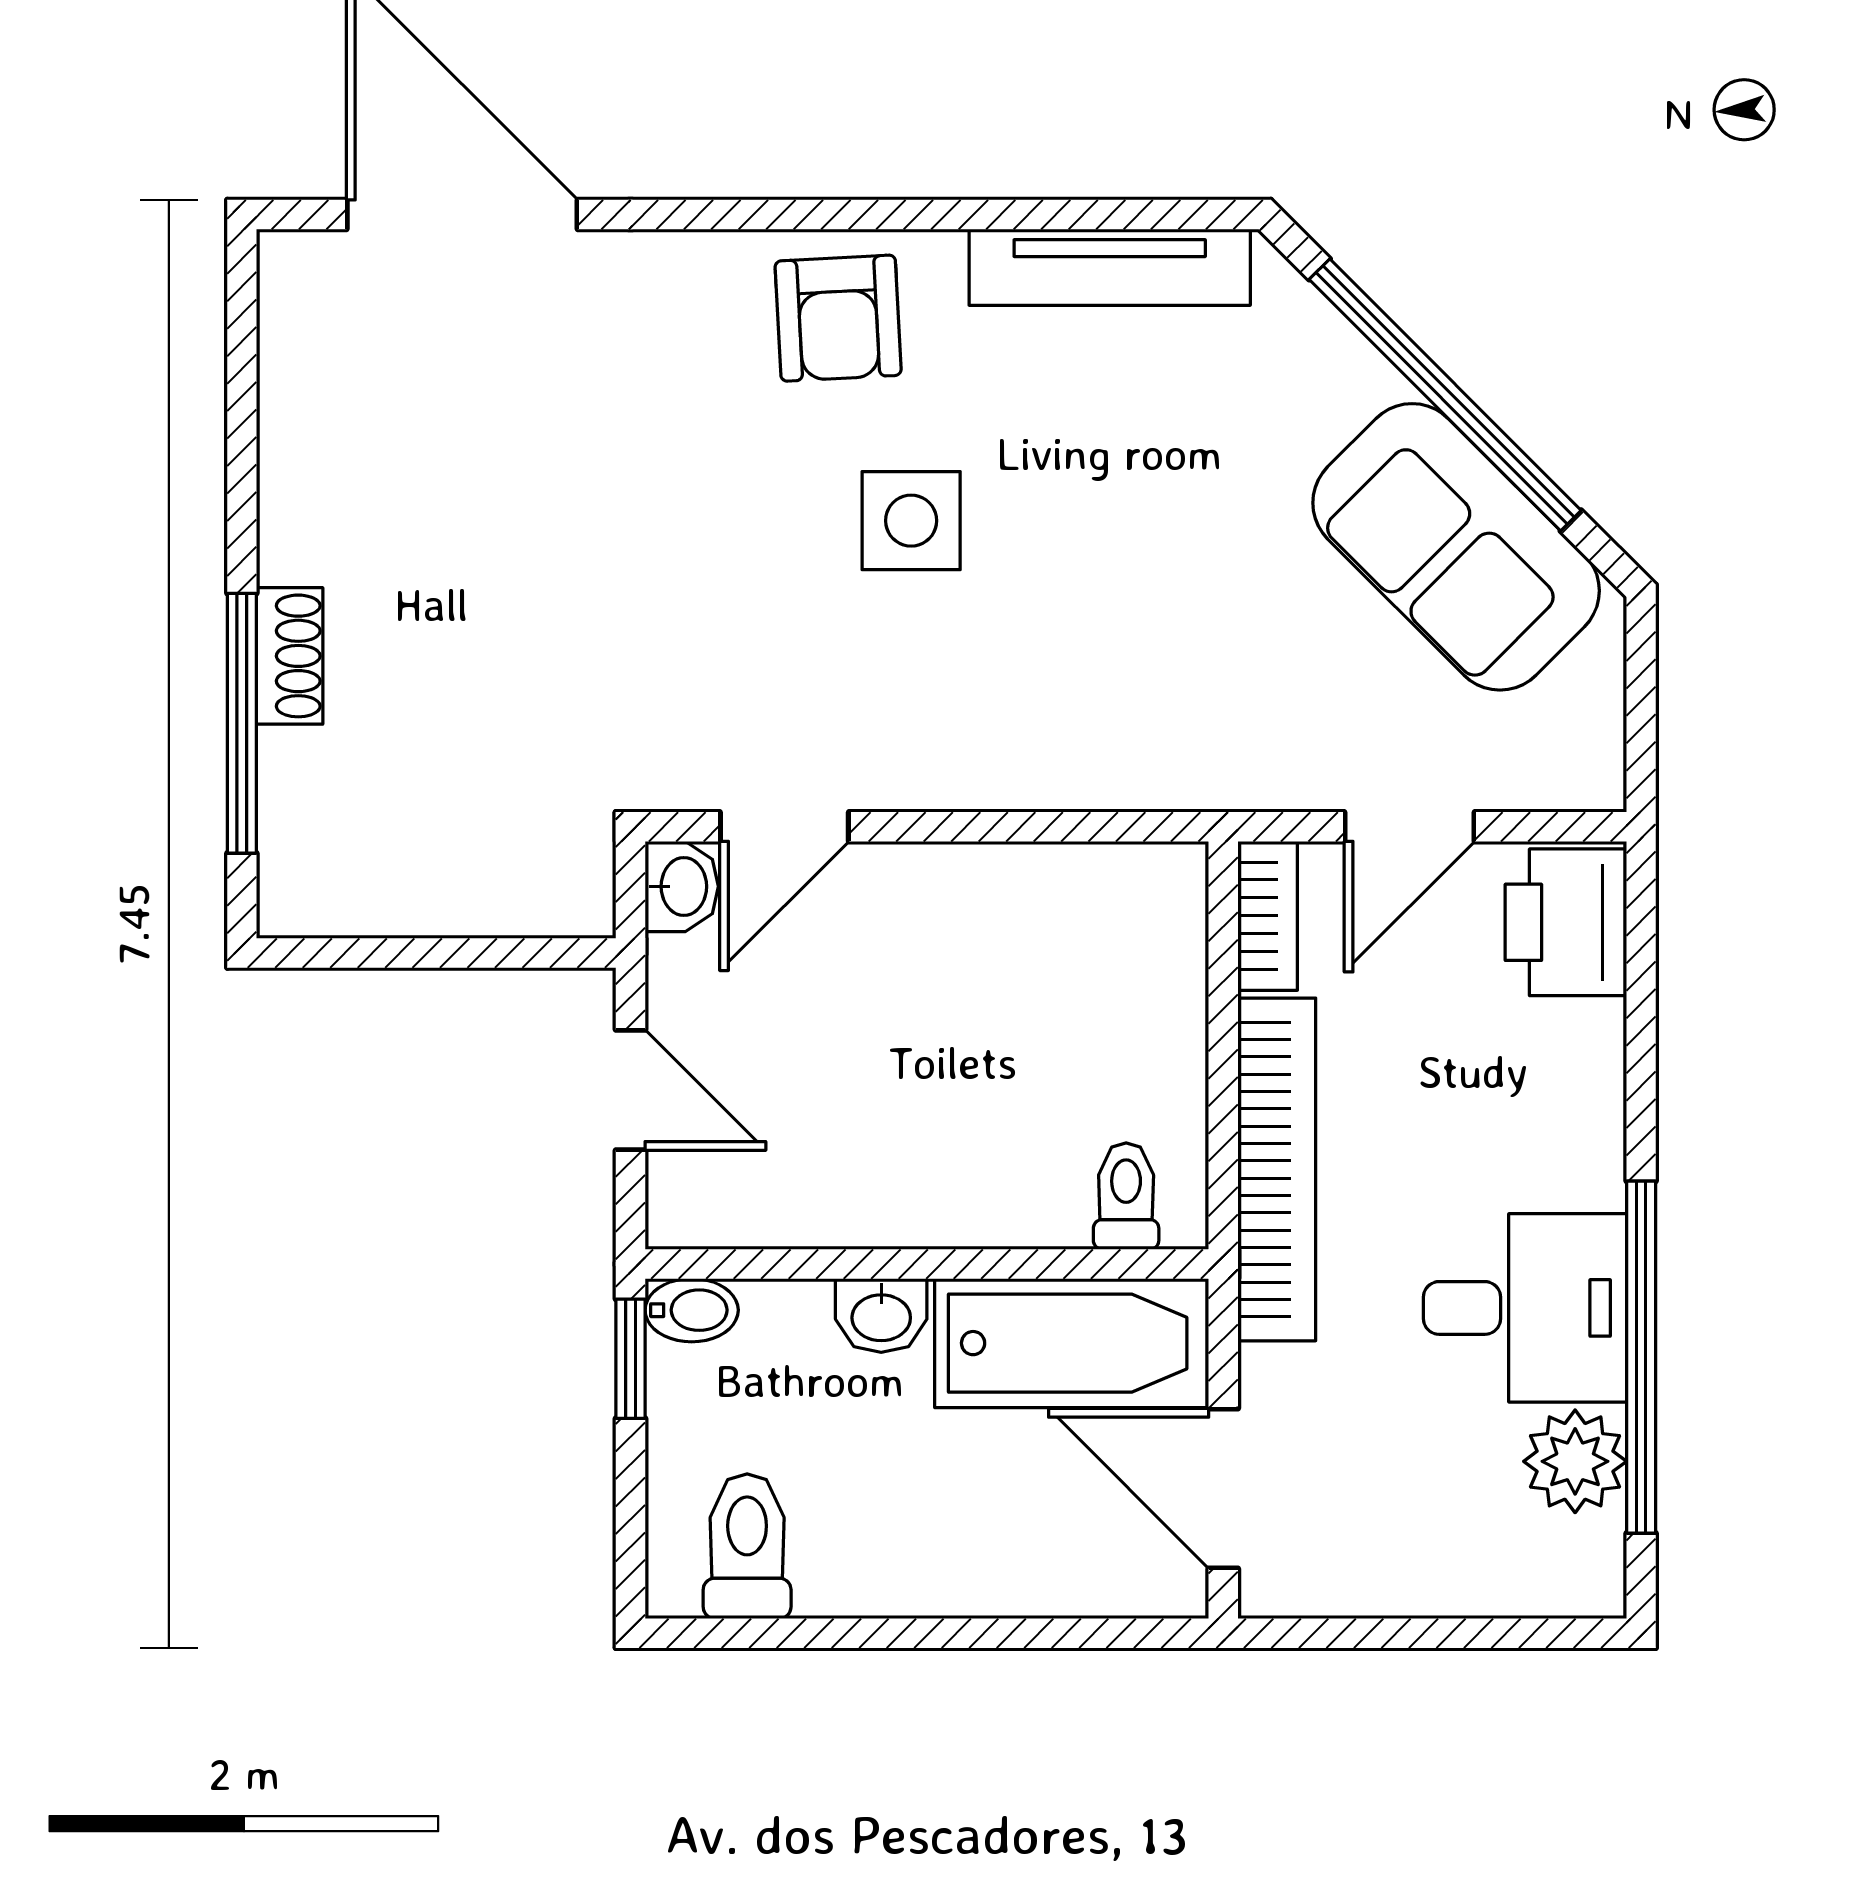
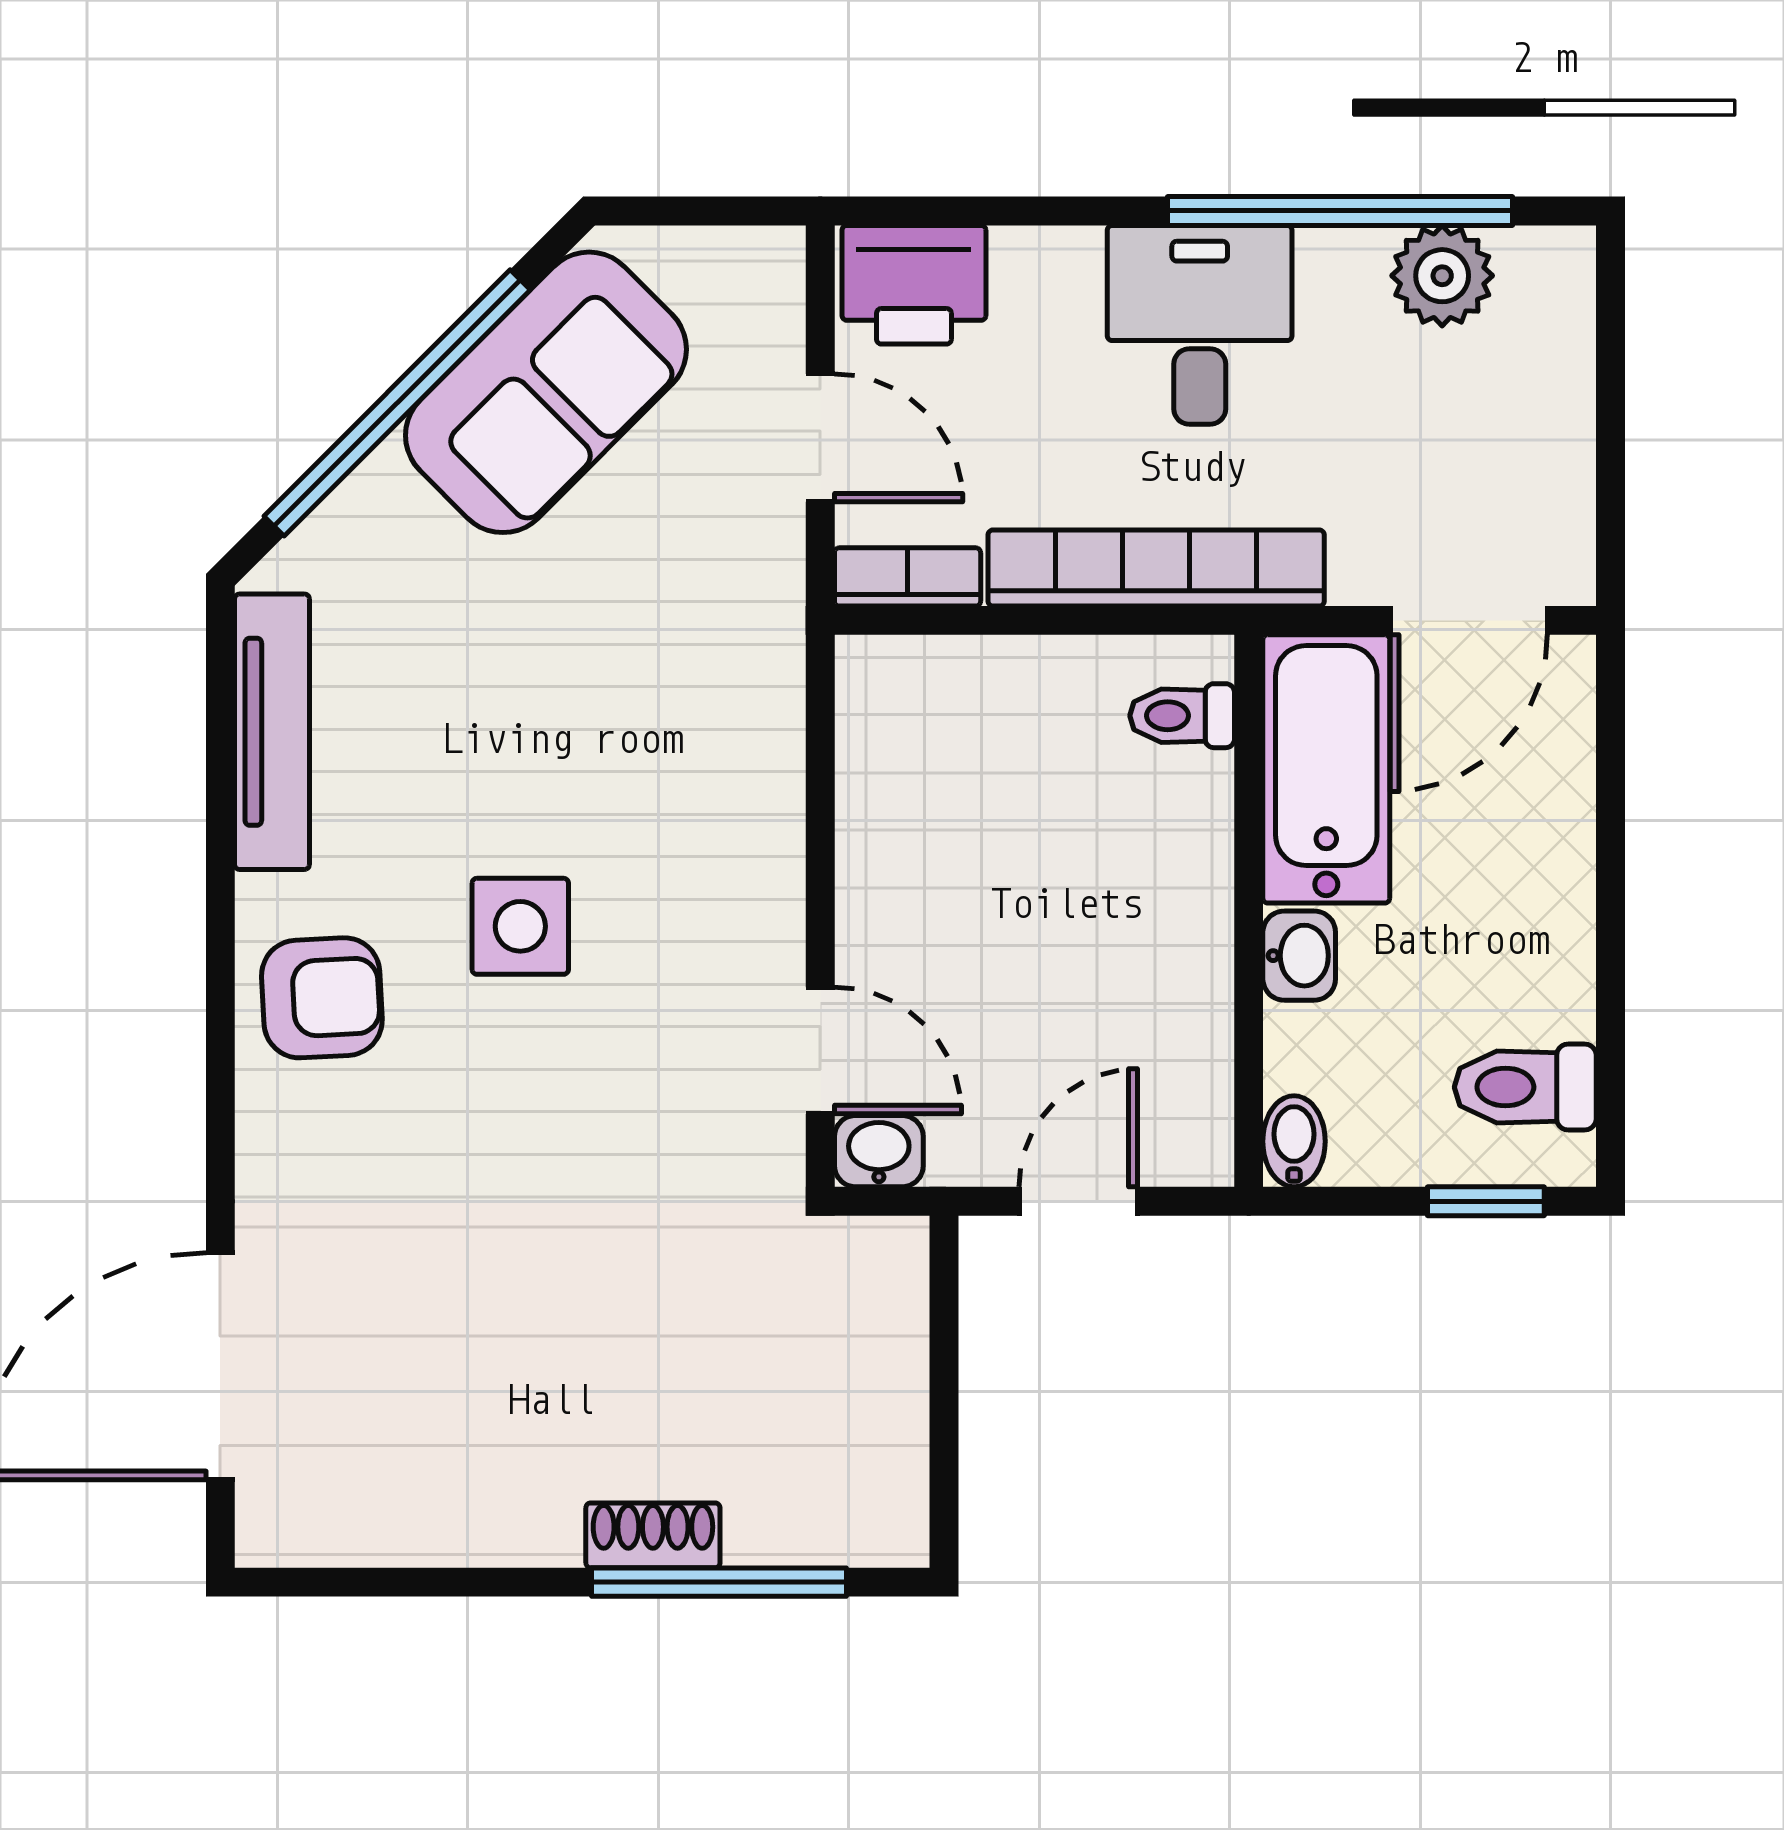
desk: (1525, 1308) -> (1200, 325), moved
window: (631, 1359) -> (1486, 1201), moved

